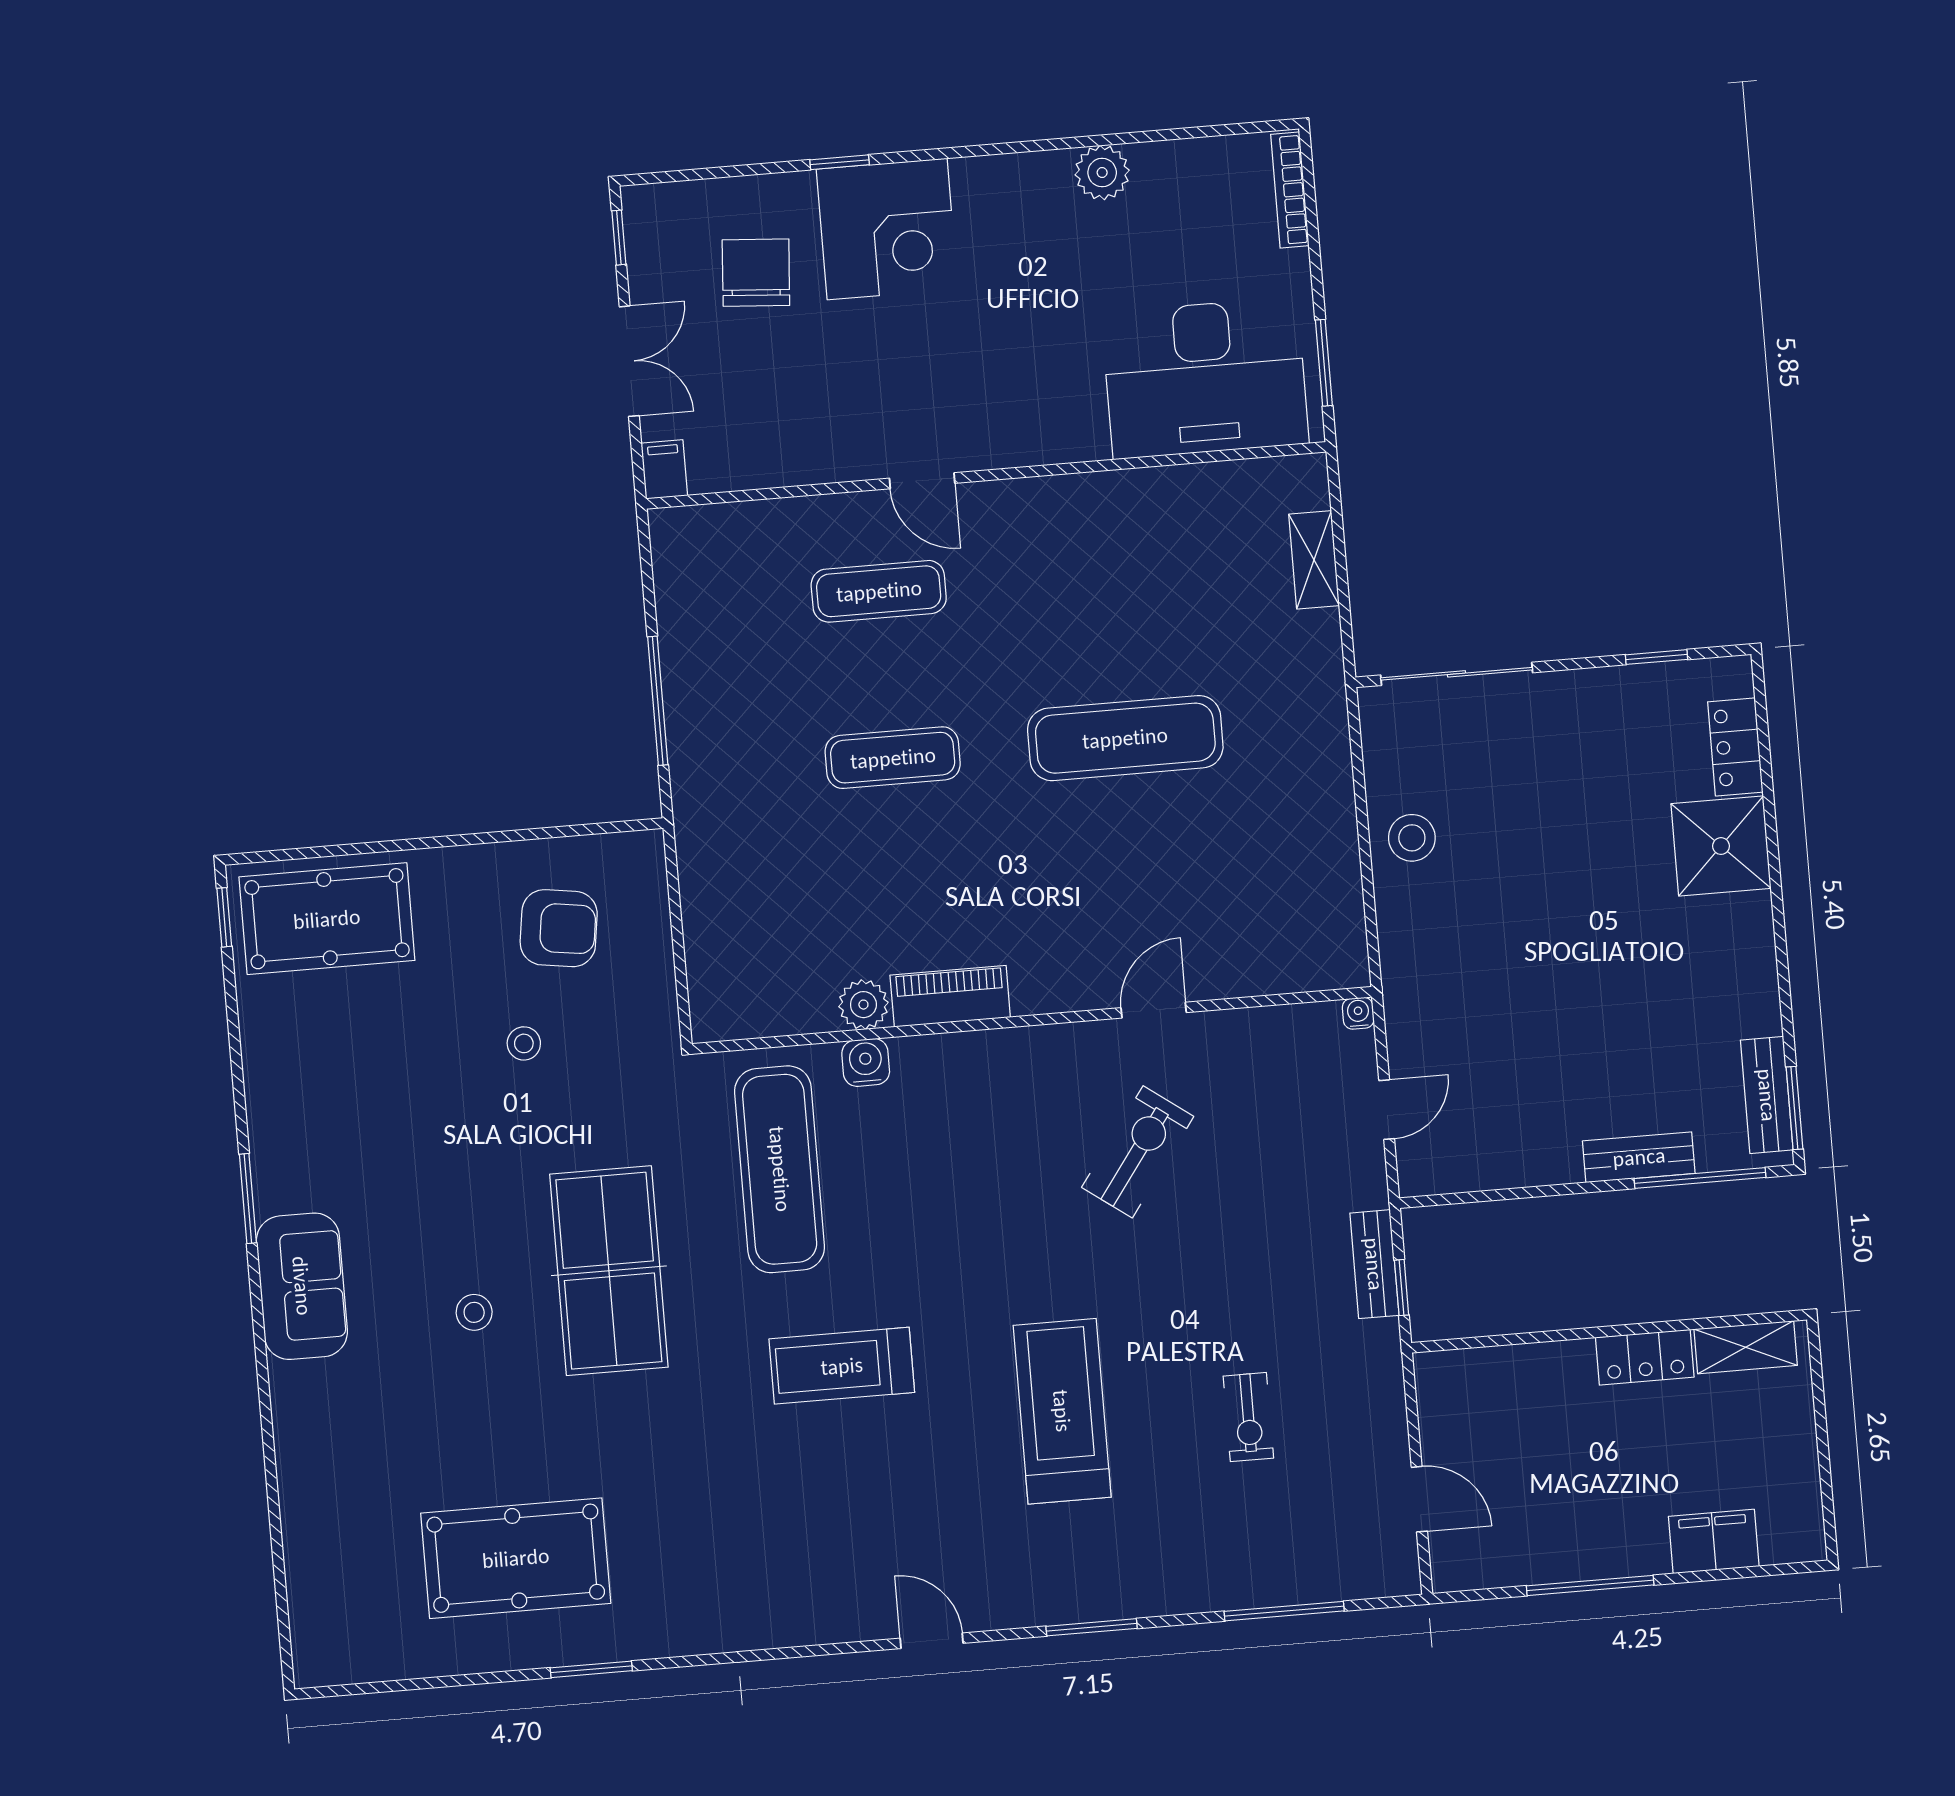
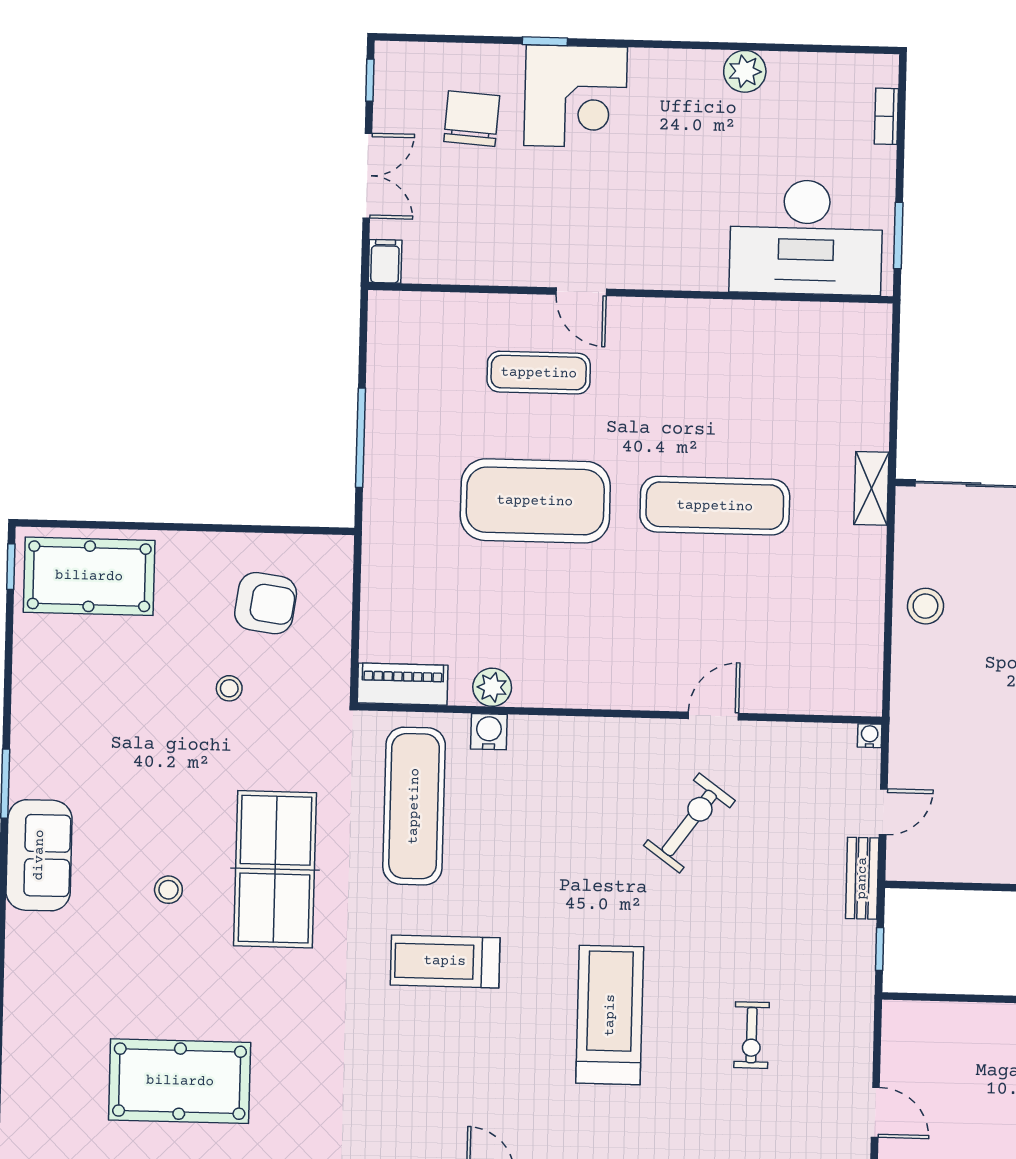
bookcase: (1290, 190) -> (886, 116), width x0.64
shelving: (1314, 560) -> (871, 488), moved
exercise mat: (893, 758) -> (535, 501), width x2.00, depth x1.45
piano: (950, 996) -> (403, 684), moved
bench: (1374, 1264) -> (862, 878), moved

